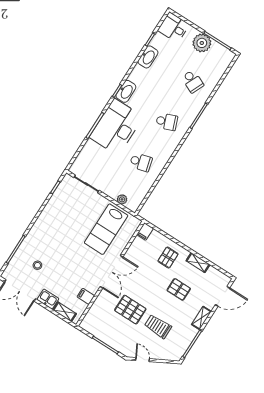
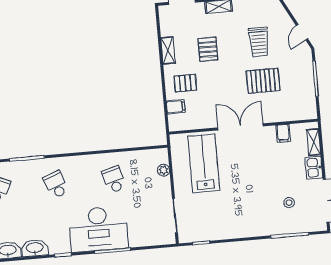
washbasin: (126, 91) -> (35, 248), moved
lab bench: (106, 229) -> (204, 163), turned -90
filing cabinet: (145, 232) -> (176, 107), moved
pallet: (130, 310) -> (263, 81), turned 90

